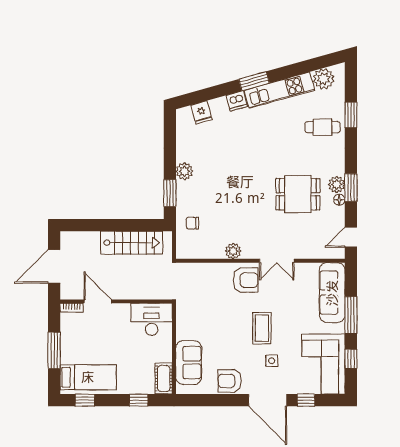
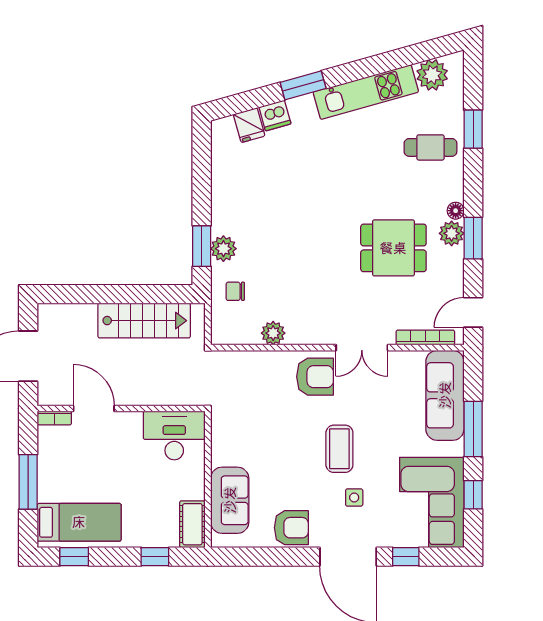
window: (254, 81) -> (303, 85), moved
dishwasher: (237, 101) -> (275, 116), moved
plant: (184, 171) -> (223, 249), moved
floor lamp: (339, 200) -> (456, 211), moved
plant: (233, 251) -> (273, 333), moved
bookcase: (319, 254) -> (425, 337), added
armchair: (230, 381) -> (291, 528), turned 180

